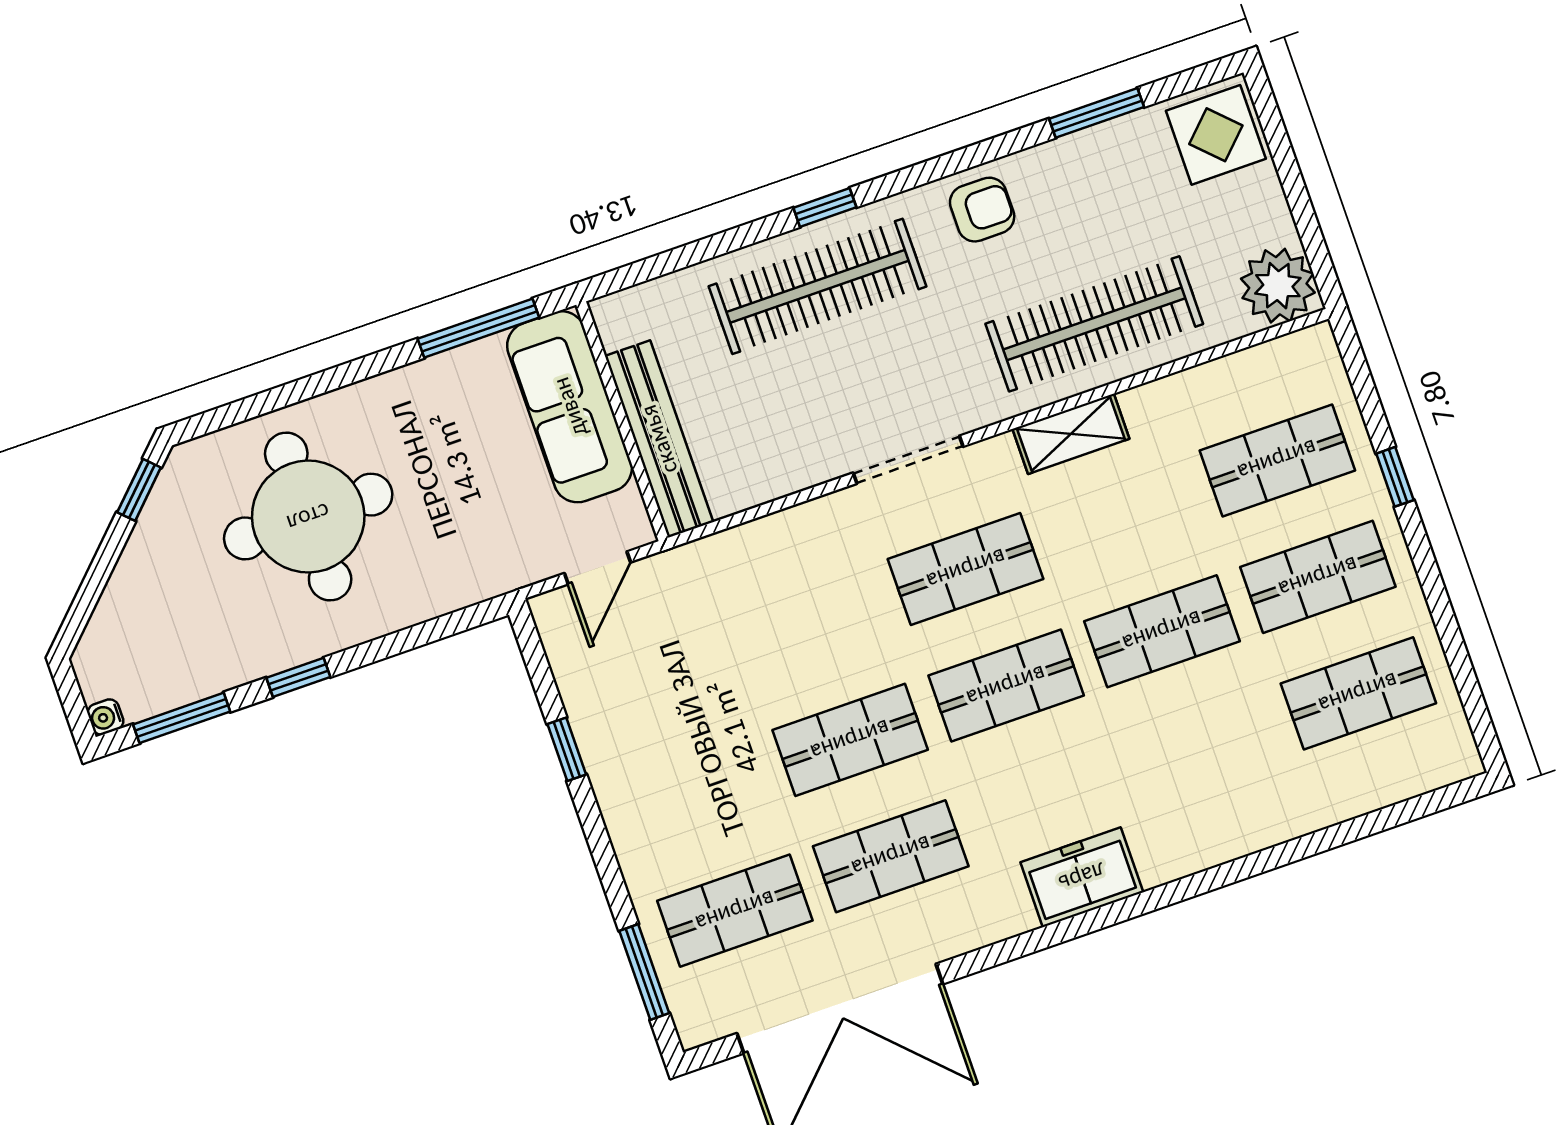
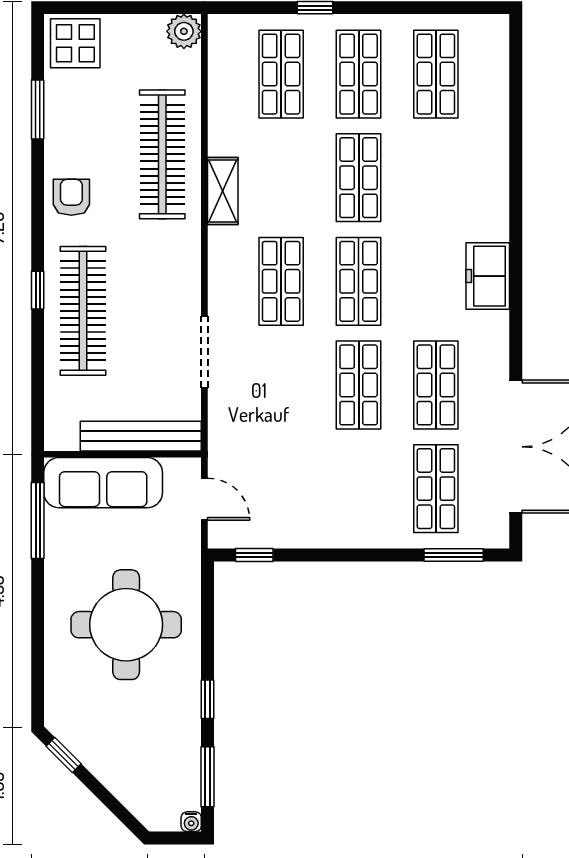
plant: (1278, 286) -> (184, 31), width x0.73, depth x0.73
doorway: (908, 460) -> (204, 352), moved
round table: (308, 517) -> (126, 625), moved
window: (567, 749) -> (254, 555), moved

